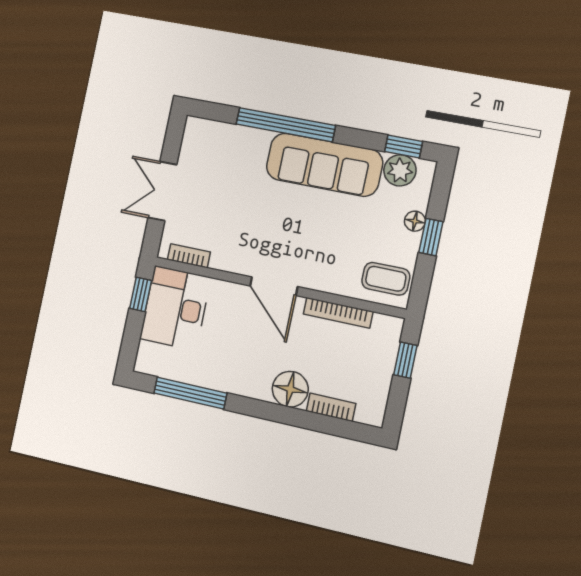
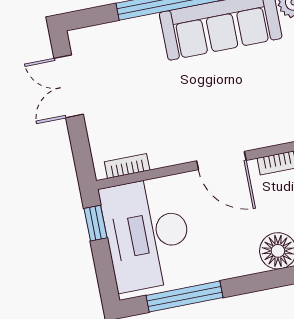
double door: (162, 191) -> (69, 86), moved
desk: (175, 308) -> (147, 234), width x1.36, depth x1.30

